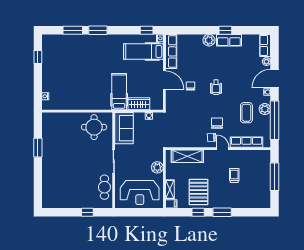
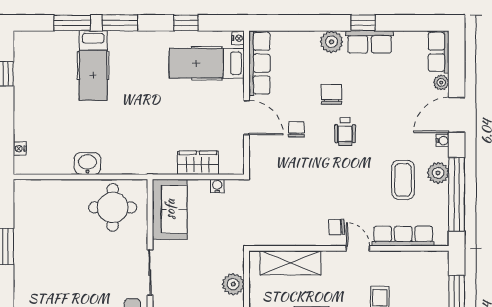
window: (147, 30) -> (186, 23), moved
hospital bed: (119, 92) -> (93, 65), moved, turned 180
washbasin: (81, 104) -> (87, 163), added
chair: (217, 123) -> (331, 94), moved

